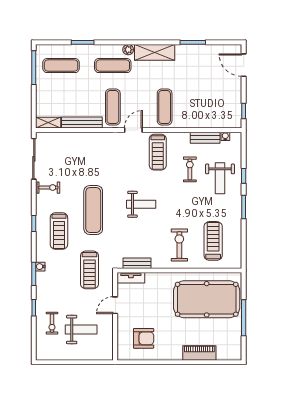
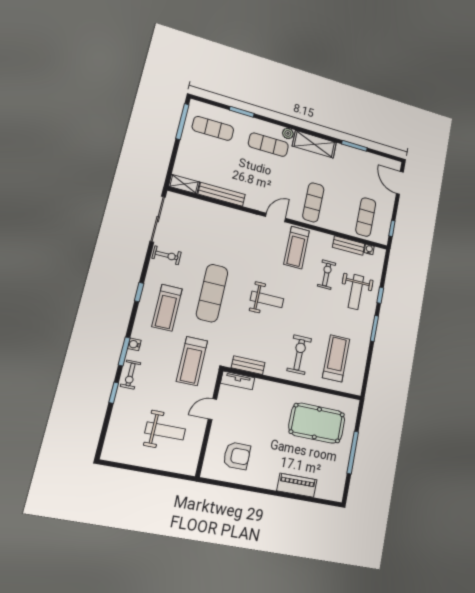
exercise mat: (113, 107) -> (366, 217), moved
pool table: (207, 299) -> (317, 423), width x0.73, depth x0.76
exercise bike: (52, 323) -> (130, 375), moved

